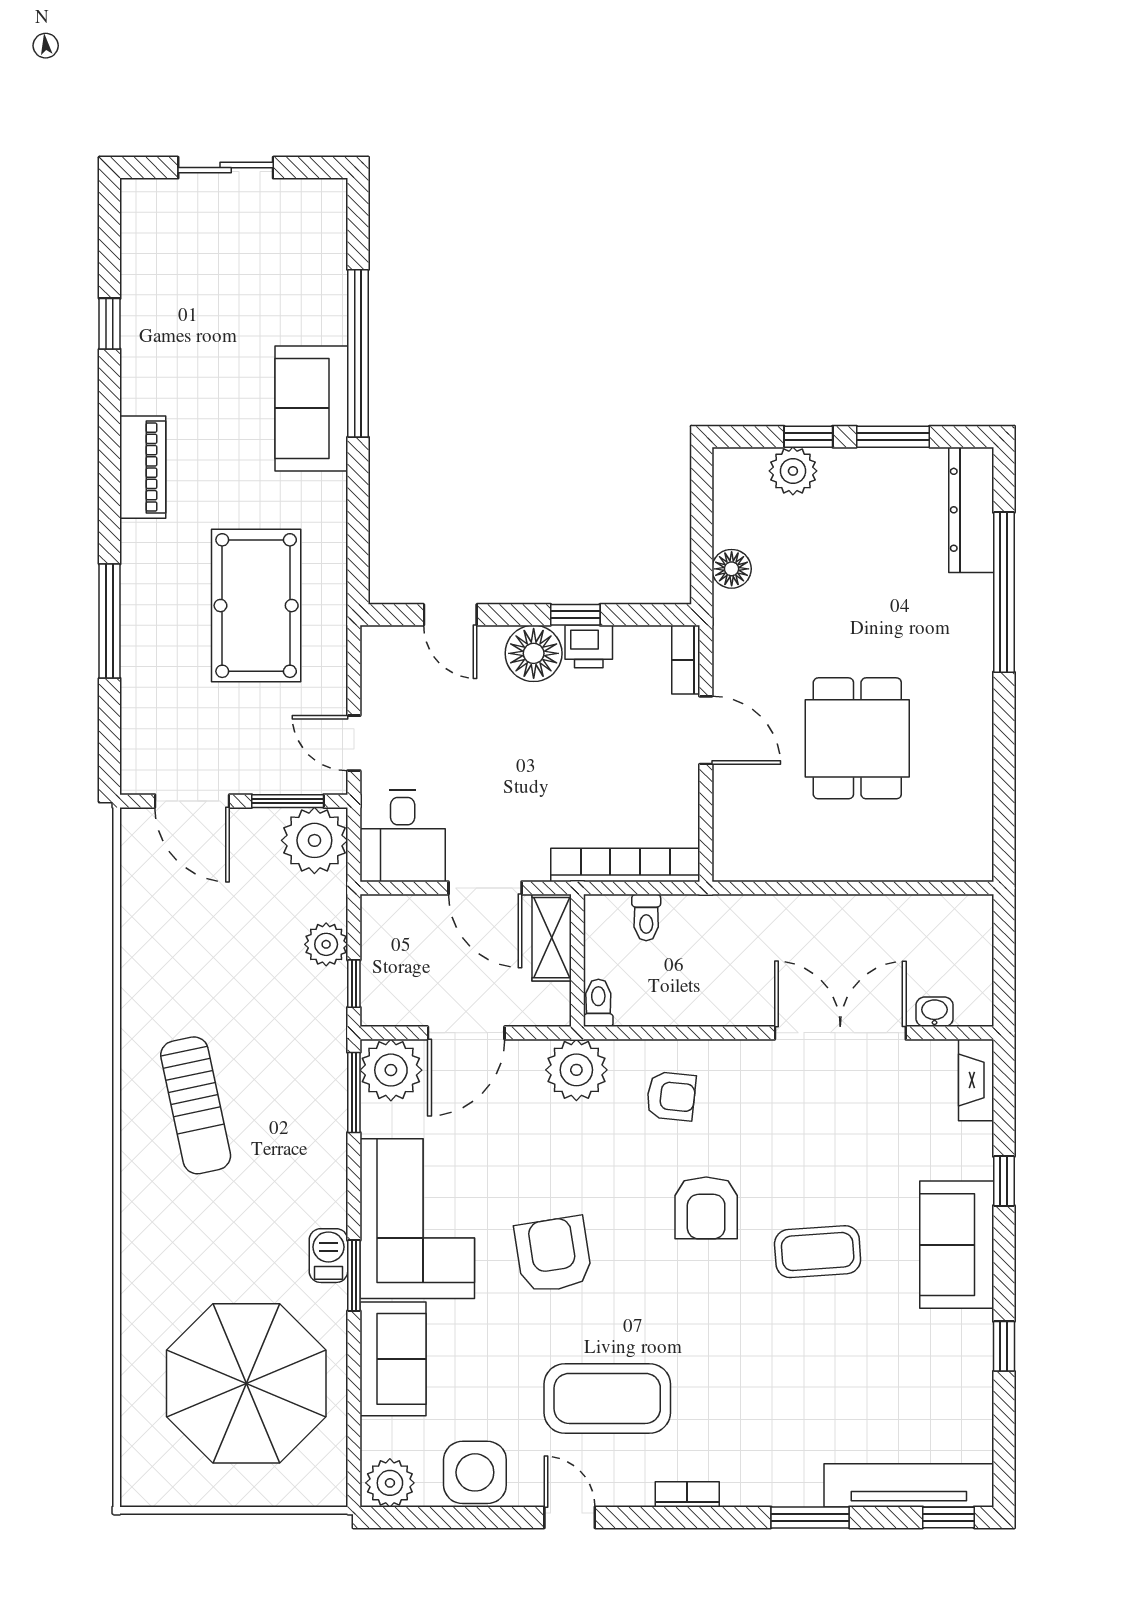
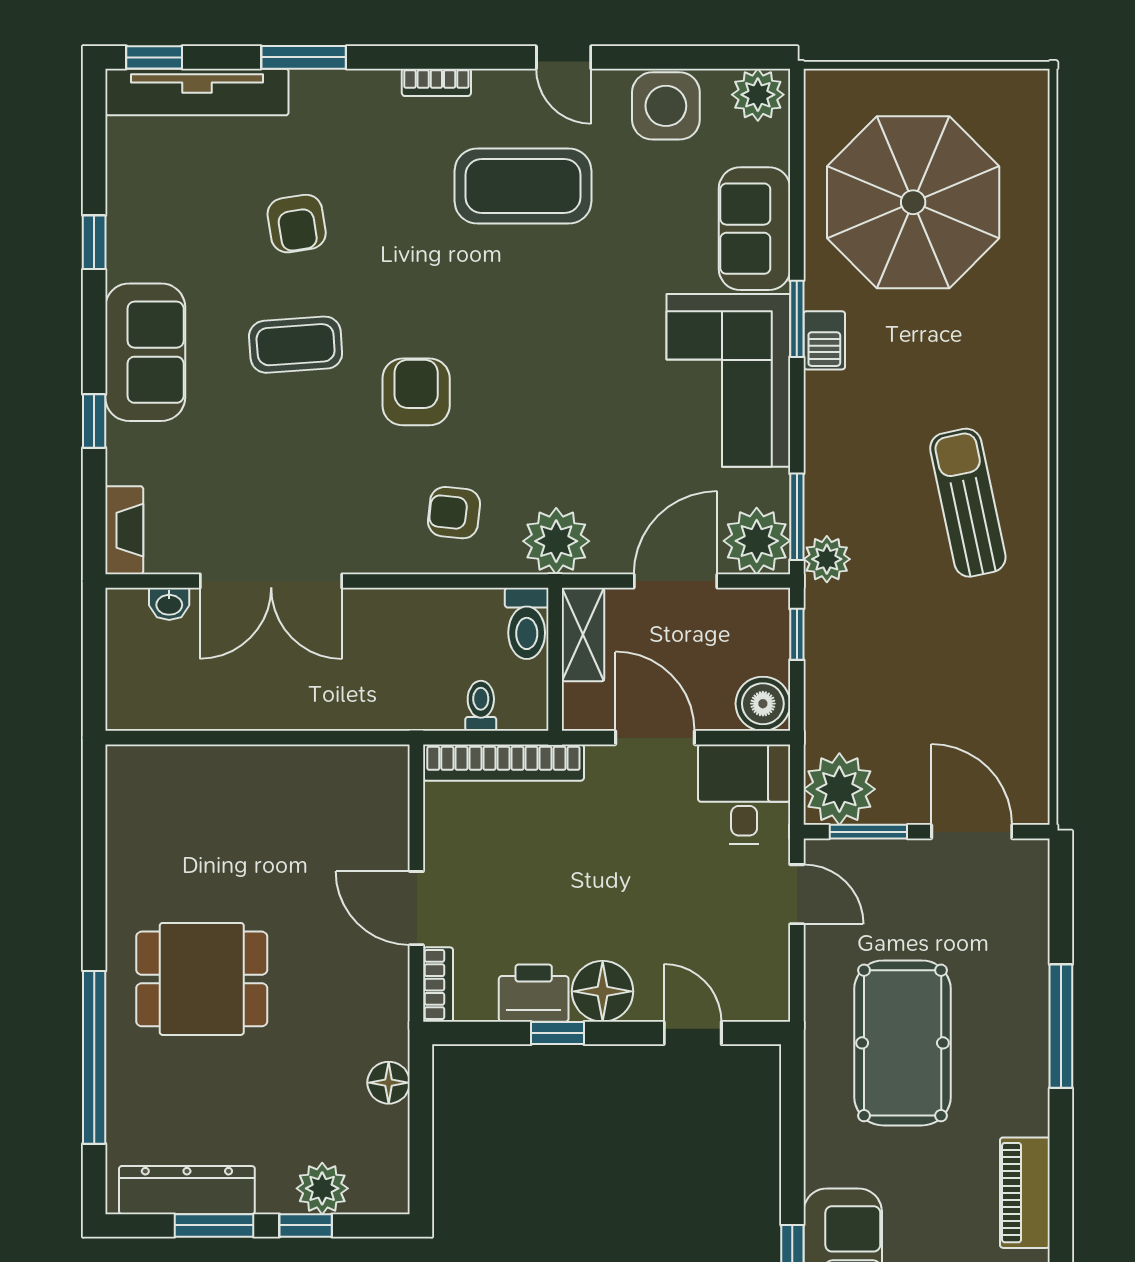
dresser: (971, 510) -> (187, 1190), moved, turned -90
printer: (589, 646) -> (534, 993), width x1.36, depth x1.24
dining table: (857, 738) -> (202, 979), moved, turned 90
boiler: (385, 919) -> (763, 704), added
shelving: (552, 938) -> (583, 635), moved
plant: (326, 944) -> (827, 559), moved
toilet: (598, 1003) -> (527, 623), width x1.37, depth x1.39
armchair: (553, 1255) -> (297, 224), moved, width x0.72, depth x0.72

